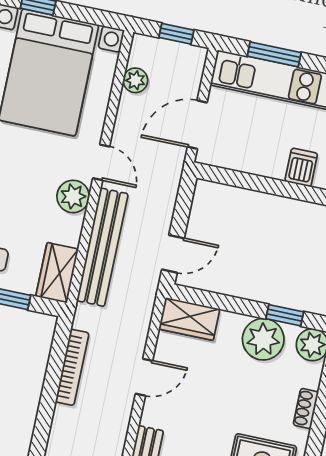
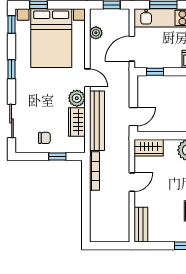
window: (231, 178) -> (155, 72), added
wardrobe: (57, 273) -> (77, 122), moved
bookcase: (72, 367) -> (94, 171), moved

